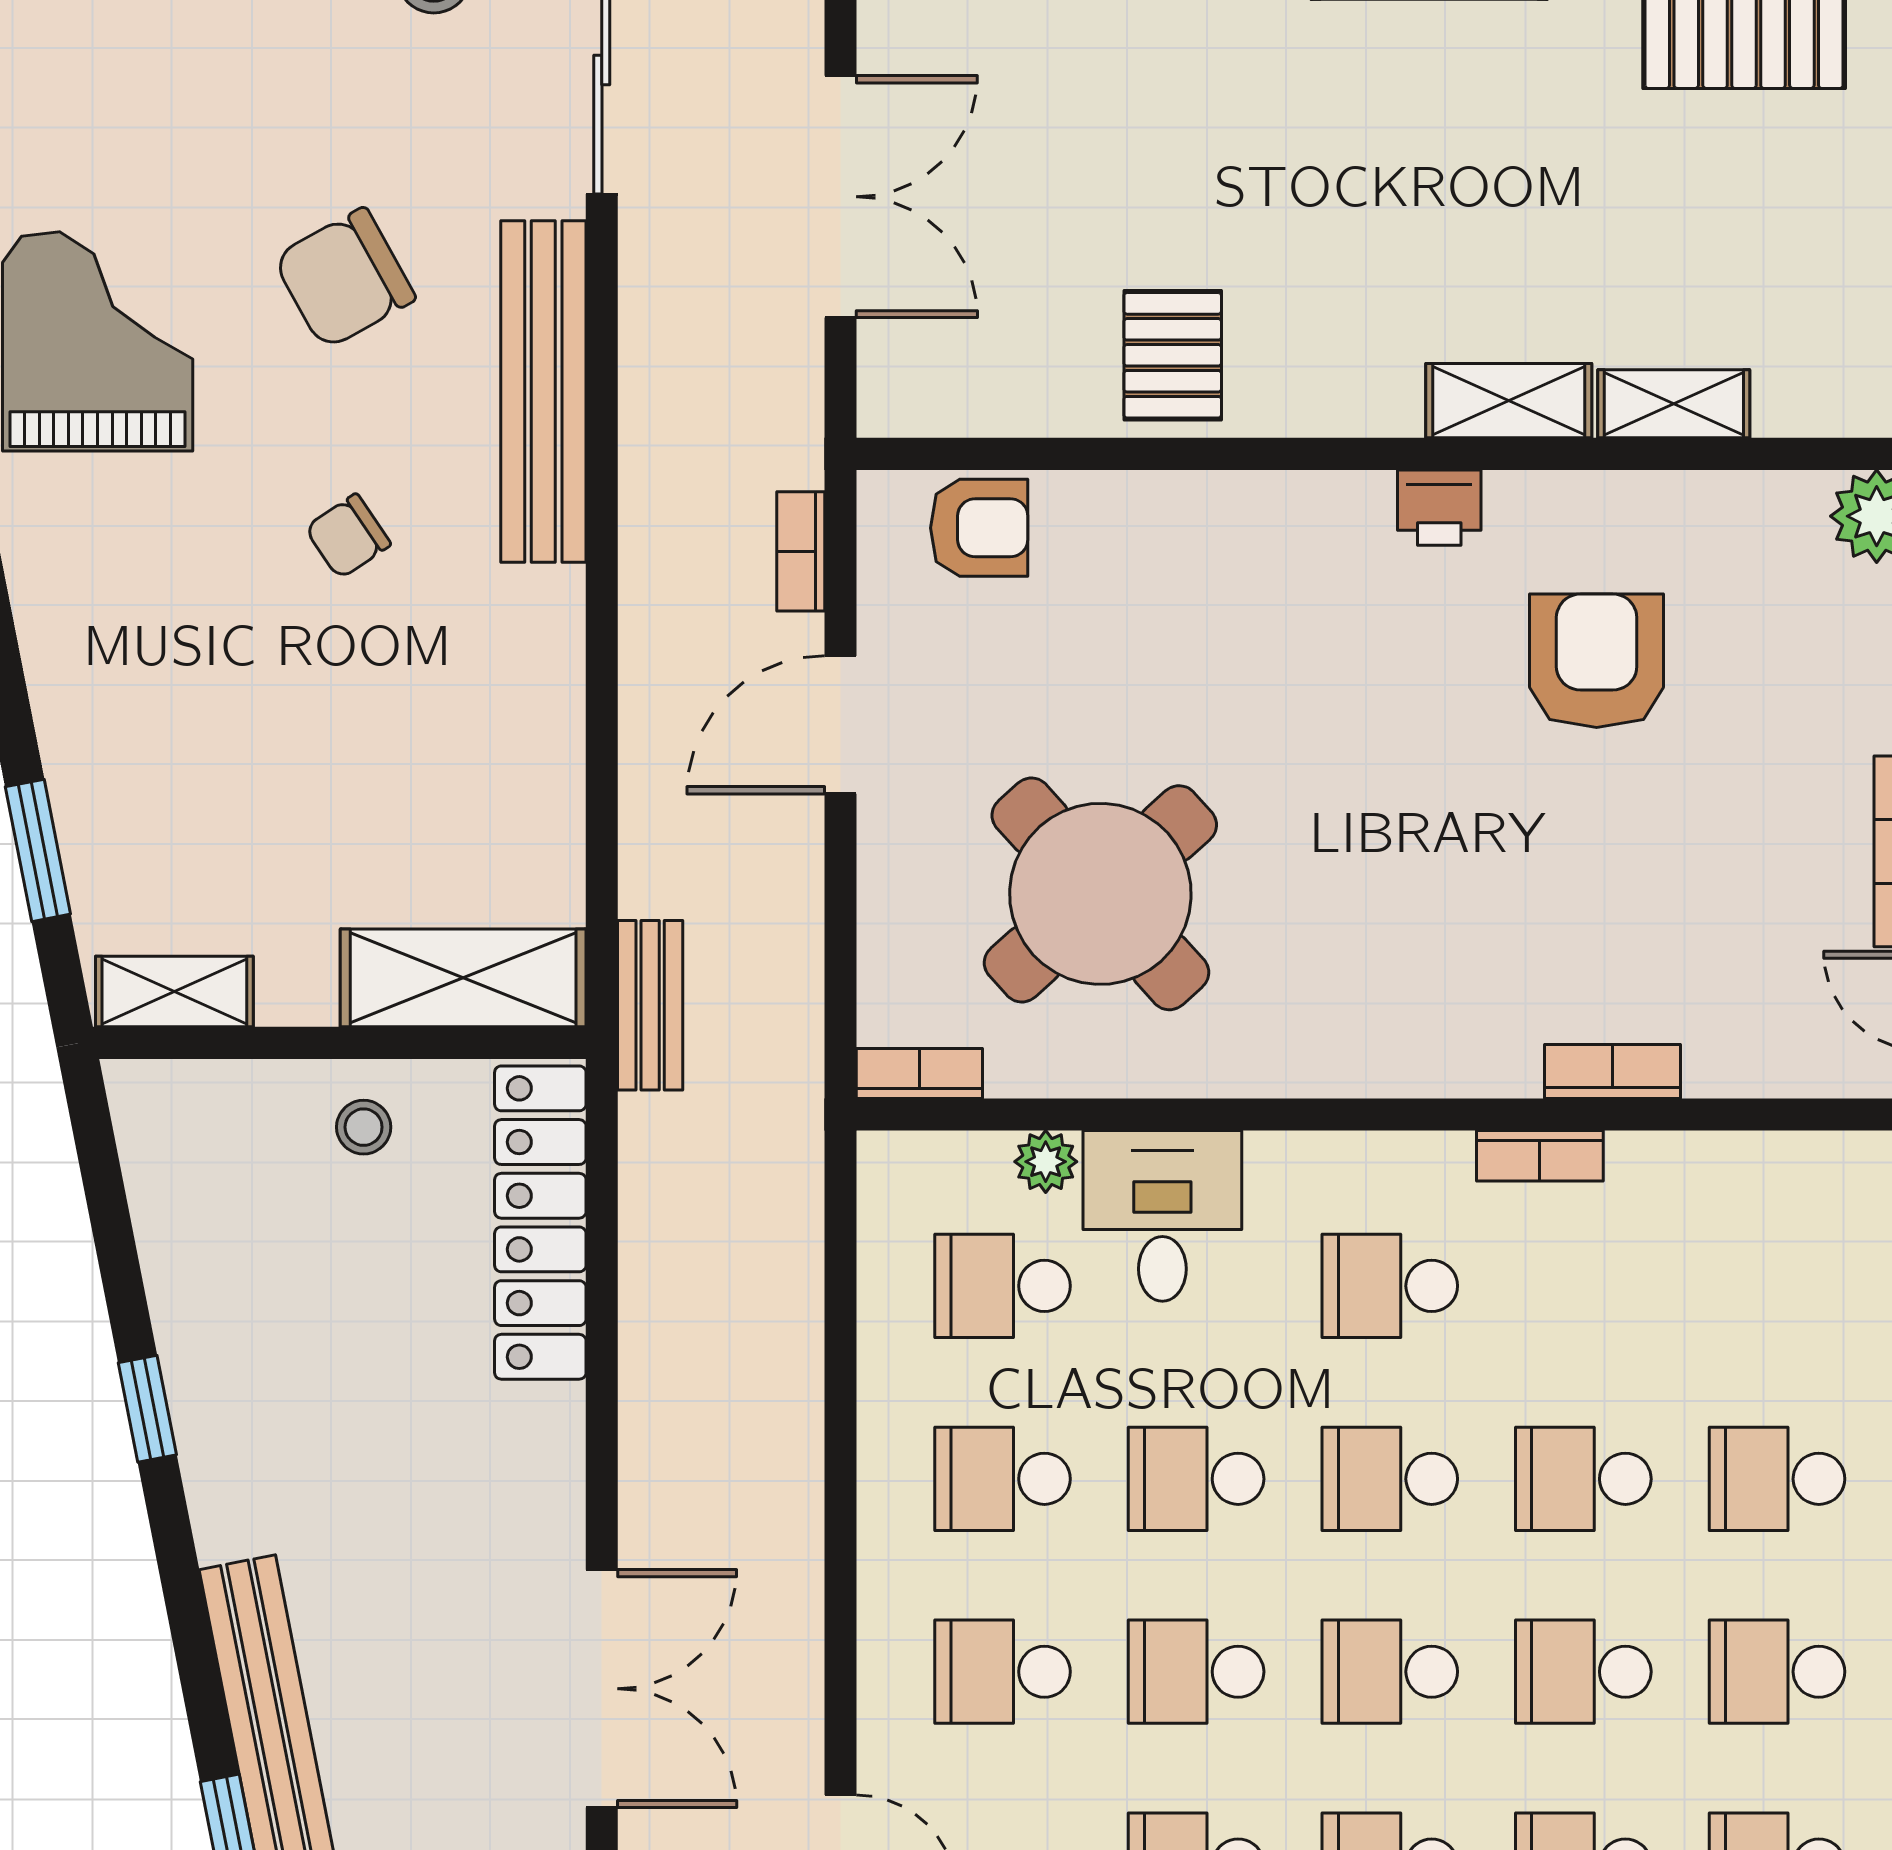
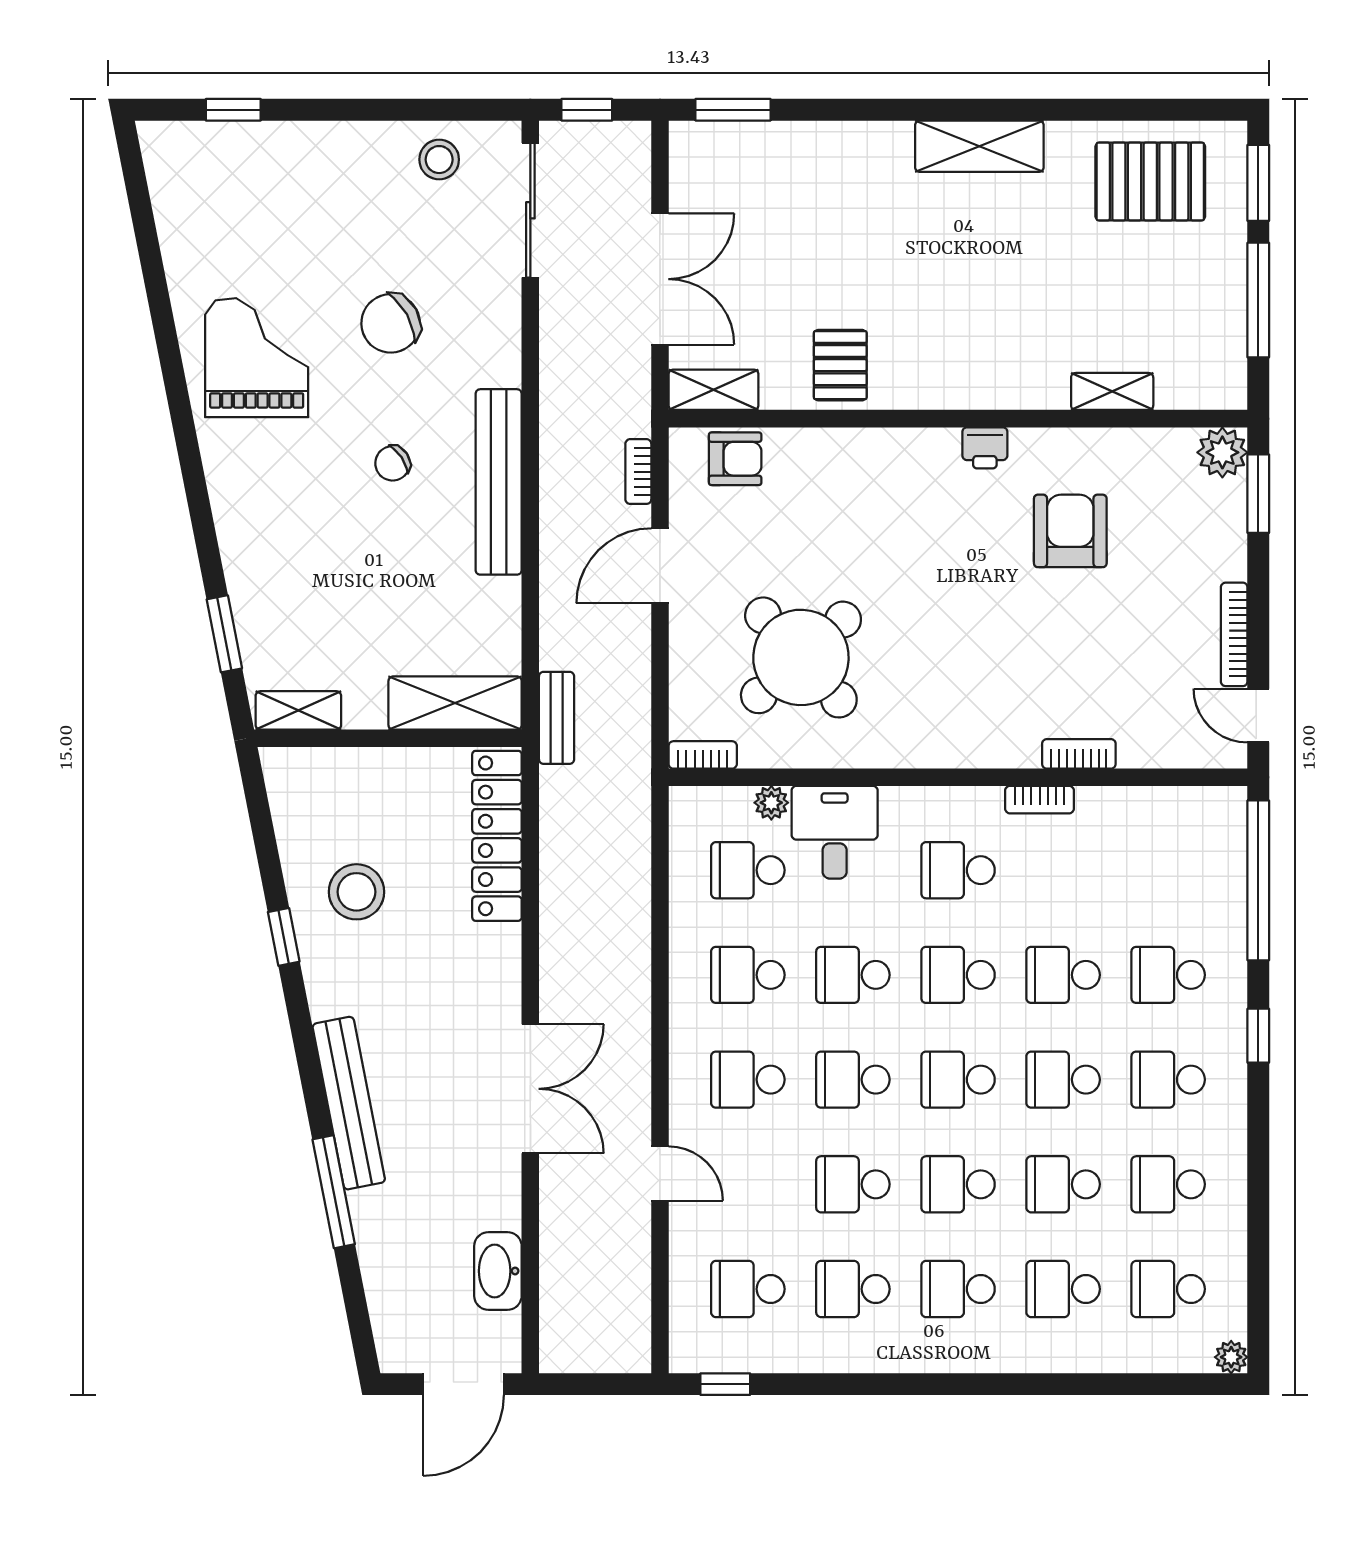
bench: (543, 392) -> (499, 482), moved
shelving: (1509, 401) -> (714, 390), moved
stool: (364, 1127) -> (356, 892), moved, width x1.89, depth x1.89

